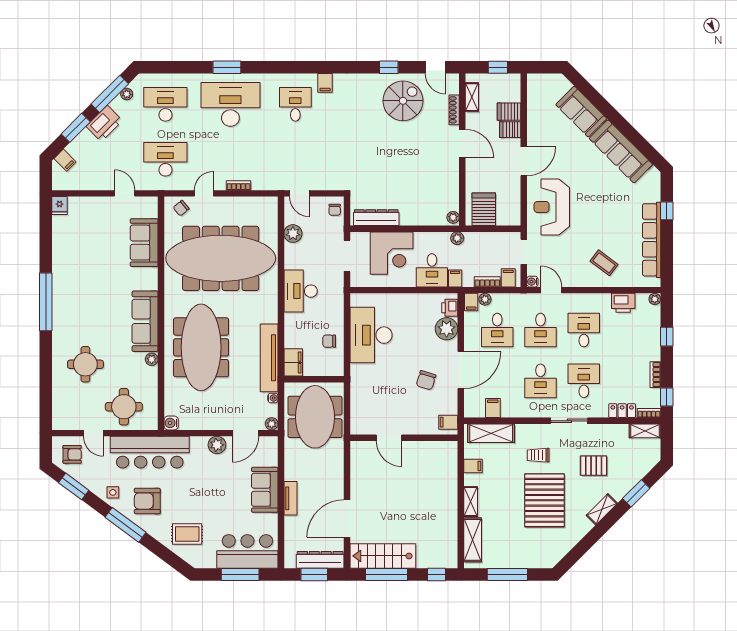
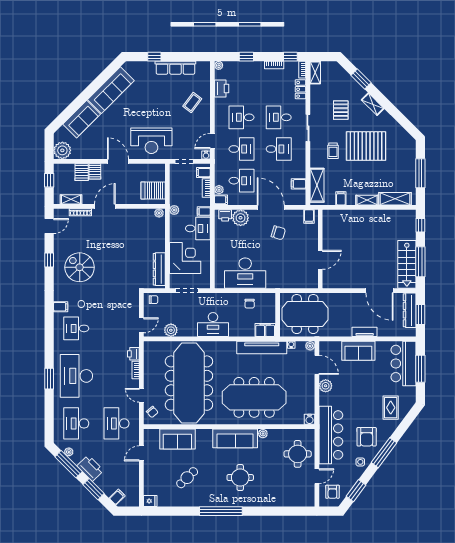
plant: (539, 85) -> (62, 150), added
spiral stairs: (403, 101) -> (80, 267), moved
printer: (261, 182) -> (133, 354), added
row of seats: (652, 240) -> (175, 68), width x0.73
cafe table: (91, 256) -> (187, 478), added
round table: (85, 364) -> (240, 478), moved
armchair: (72, 454) -> (332, 492), turned 180

